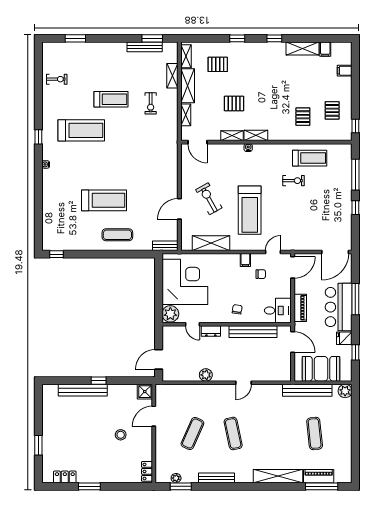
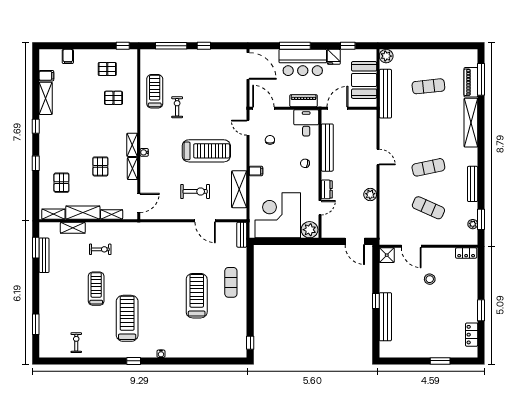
exercise bike: (209, 199) -> (195, 191), turned -151
filing cabinet: (245, 260) -> (256, 171), moved

